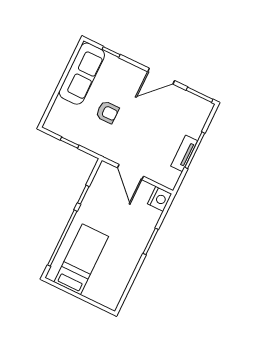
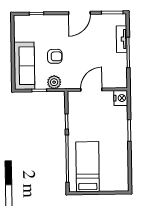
sofa: (82, 74) -> (24, 66), moved
plant: (92, 142) -> (54, 82), added
tv unit: (184, 153) -> (122, 39), moved
door: (130, 172) -> (91, 90), swing flipped

